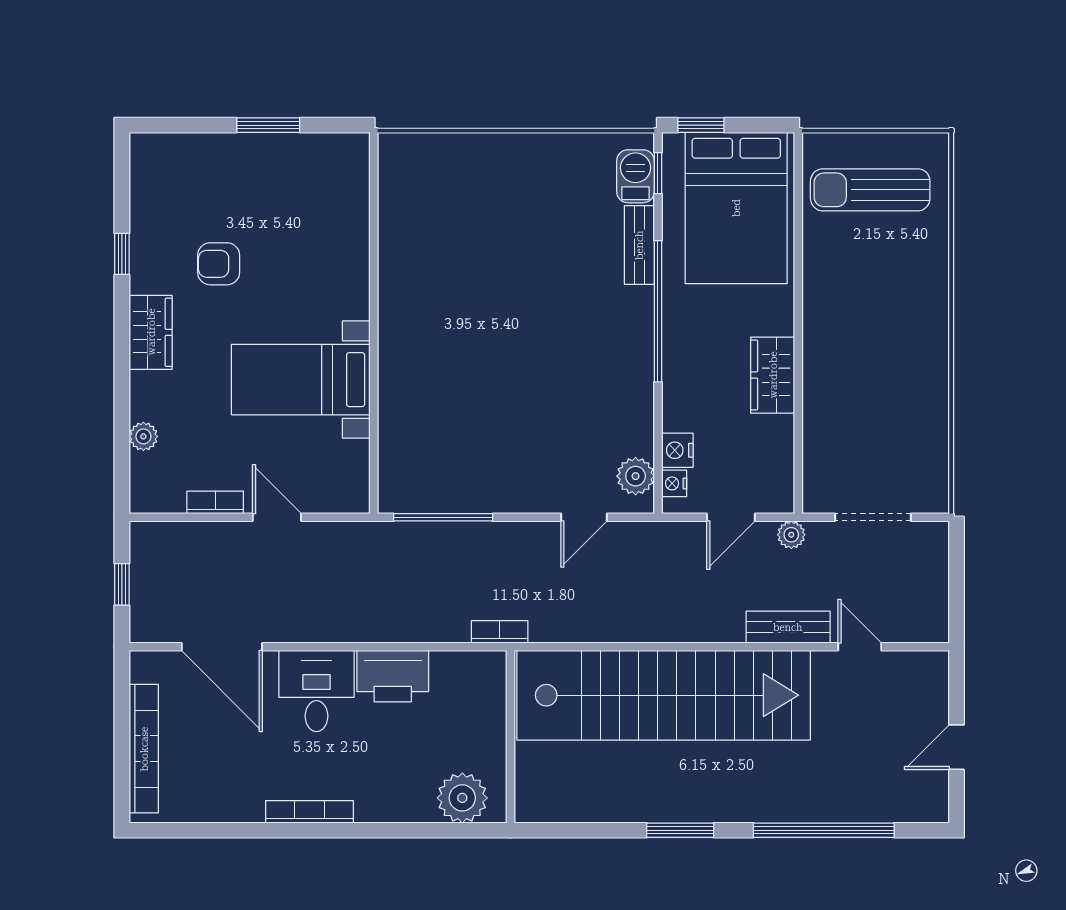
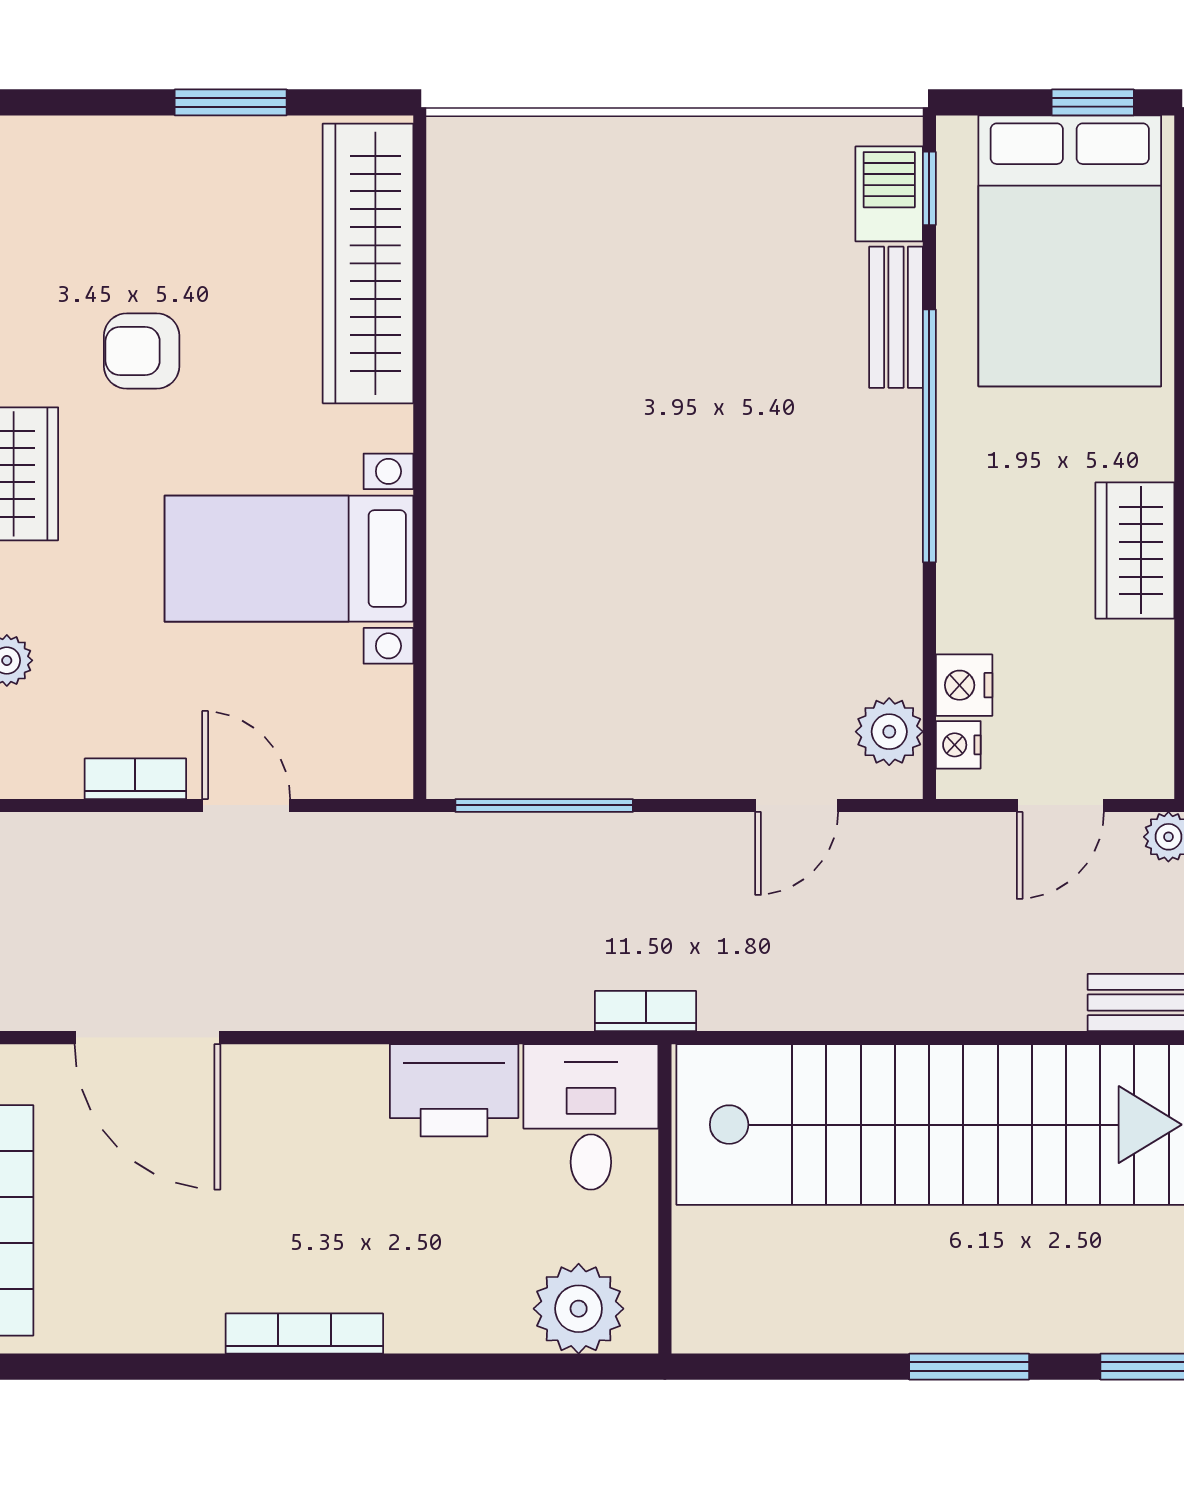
window: (701, 125) -> (1093, 102), moved
wardrobe: (345, 215) -> (368, 263), added
desk: (316, 691) -> (591, 1117), moved

